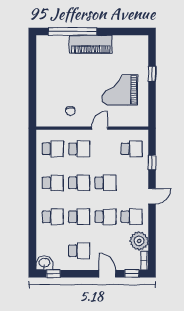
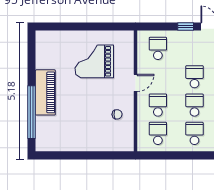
window: (152, 74) -> (77, 26), removed
grand piano: (120, 90) -> (94, 61), turned 90
door: (100, 128) -> (136, 83), swing flipped
window: (152, 162) -> (186, 26), moved

